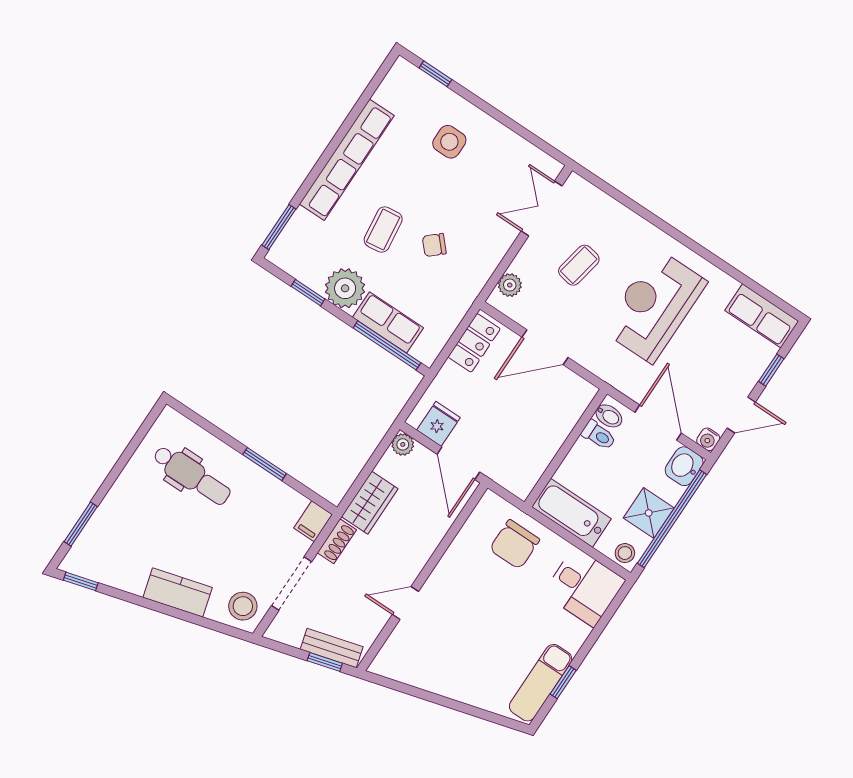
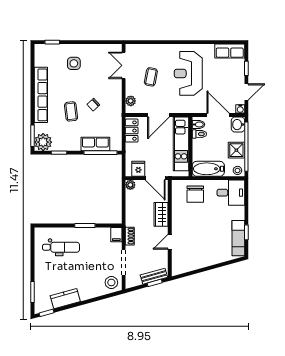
plant: (345, 288) -> (43, 142), moved
kitchen unit: (551, 431) -> (181, 144), added
wardrobe: (370, 503) -> (161, 214), moved, turned 180
kitchen counter: (178, 592) -> (65, 299), moved

